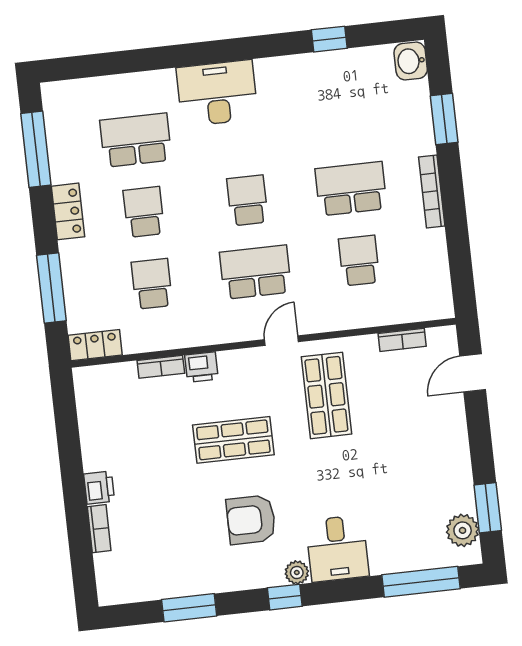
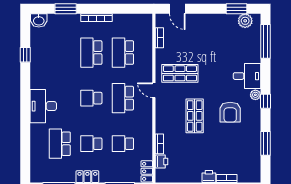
school desk: (359, 261) -> (123, 53), width x1.85
printer: (201, 367) -> (161, 161), moved

